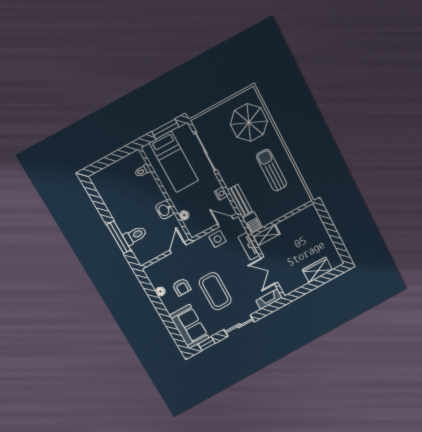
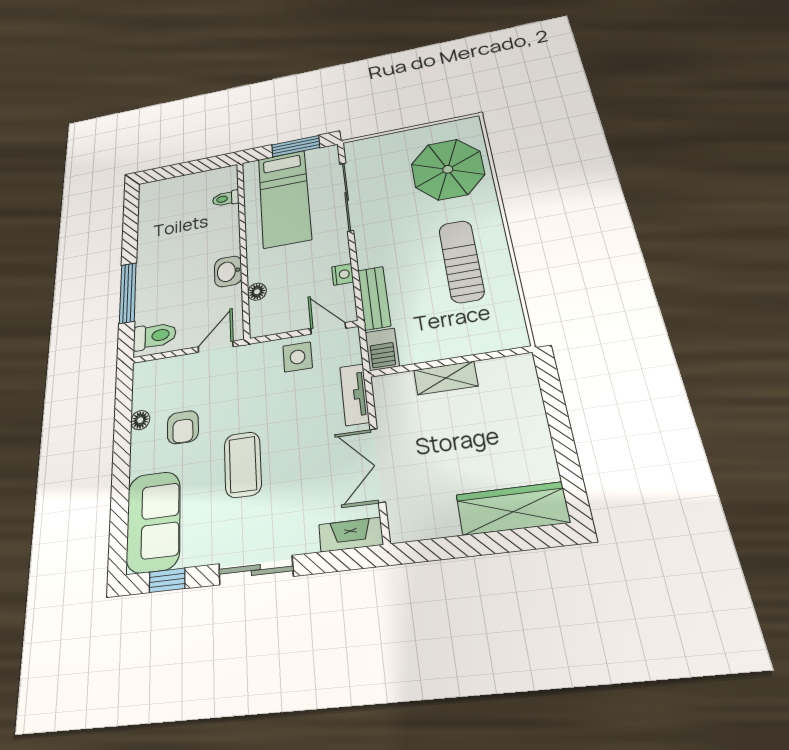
toilet: (135, 235) -> (155, 336), moved
shelving: (266, 235) -> (446, 378), moved
wardrobe: (317, 270) -> (512, 509), width x1.50
coffee table: (215, 291) -> (243, 464), width x0.73, depth x0.76

